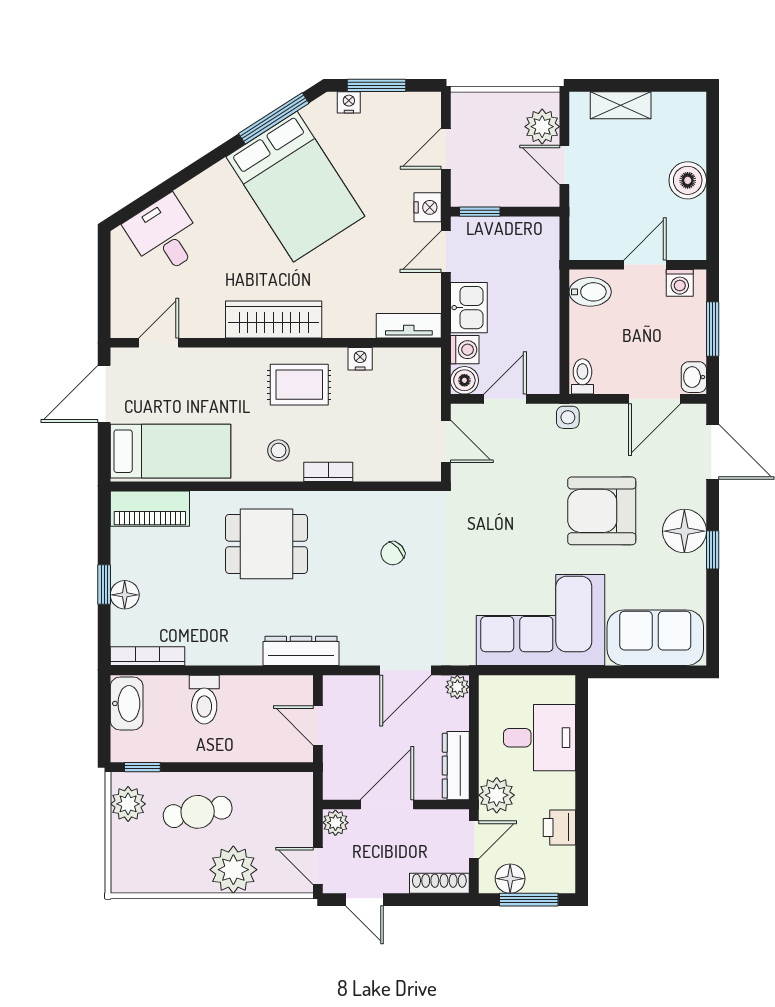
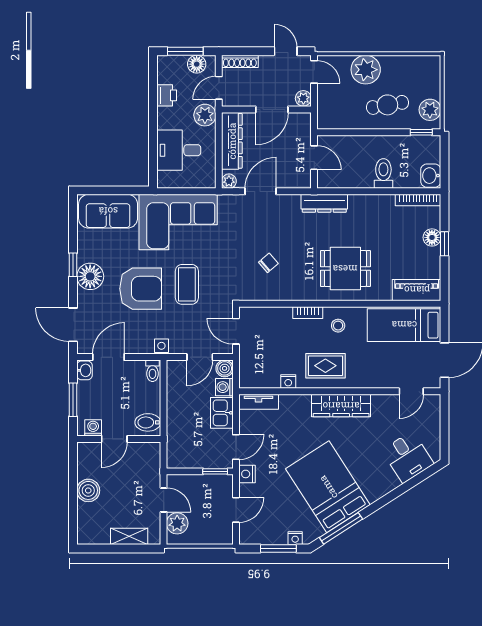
coffee table: (526, 518) -> (187, 284), added
washbasin: (127, 703) -> (431, 176), width x0.72
dresser: (456, 766) -> (232, 141), width x1.37, depth x1.24

